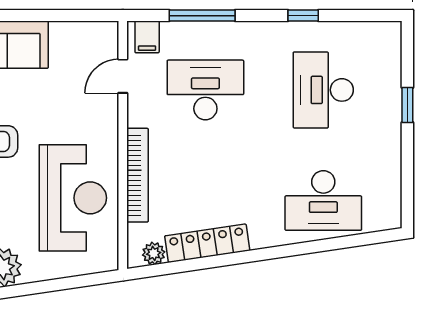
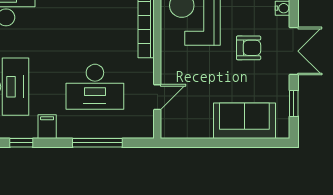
filing cabinet: (147, 37) -> (47, 127), moved

